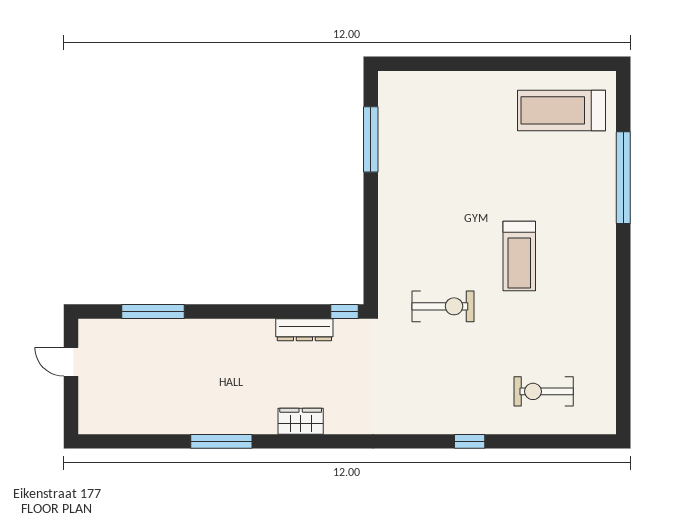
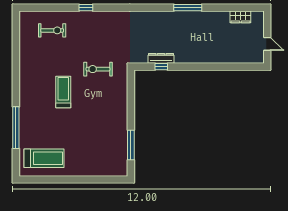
window: (153, 312) -> (230, 67), removed
window: (345, 312) -> (161, 67), moved
wardrobe: (301, 421) -> (240, 17), moved
window: (221, 441) -> (188, 8), moved

